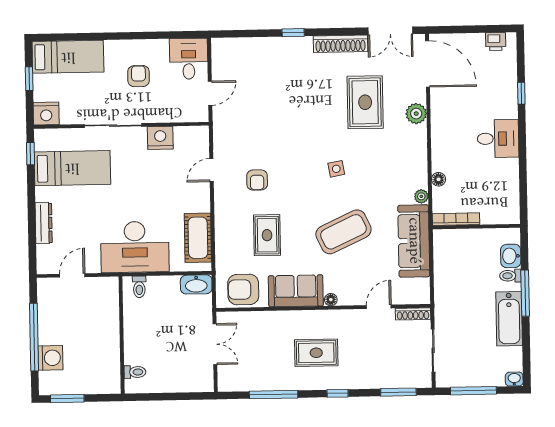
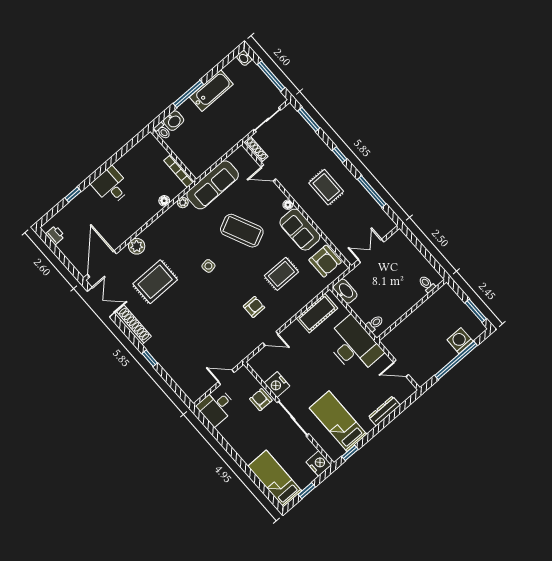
armchair: (139, 76) -> (261, 400), moved, turned 90
toilet: (510, 276) -> (163, 131), moved

